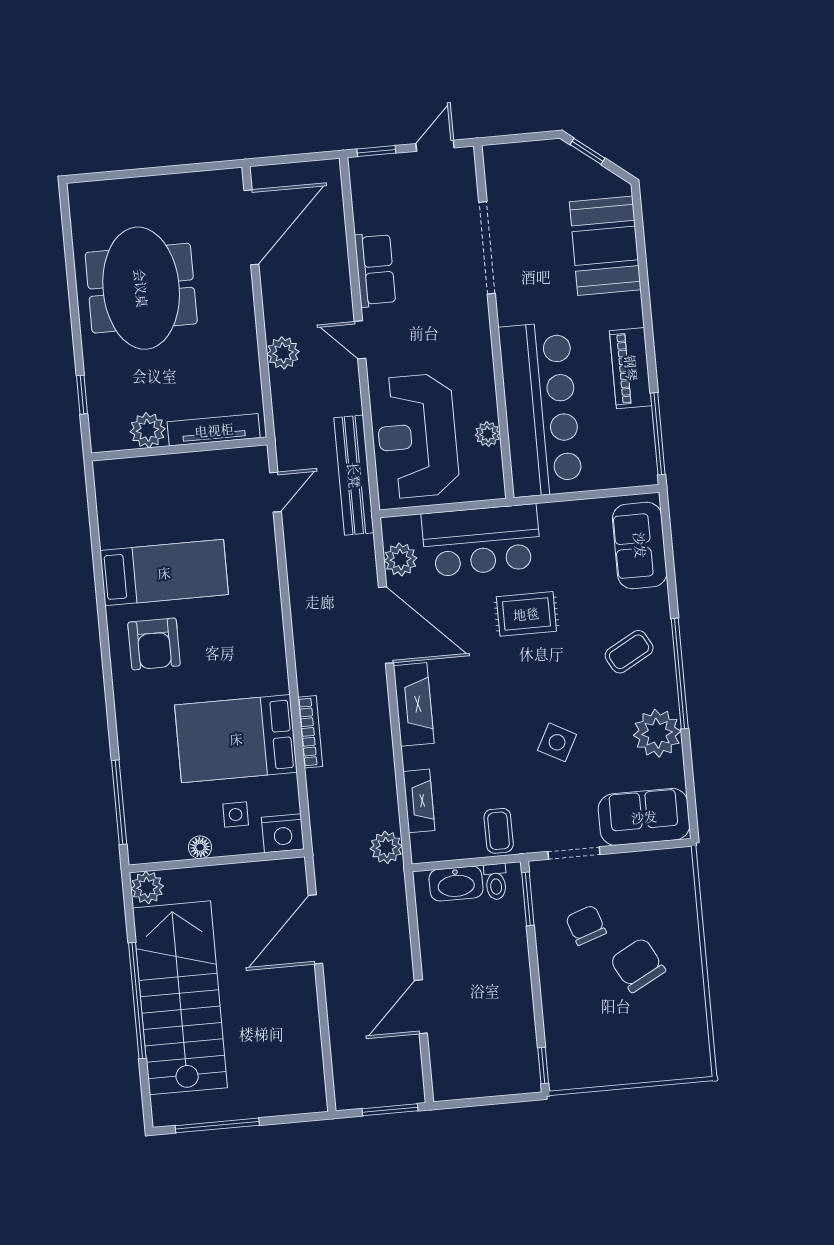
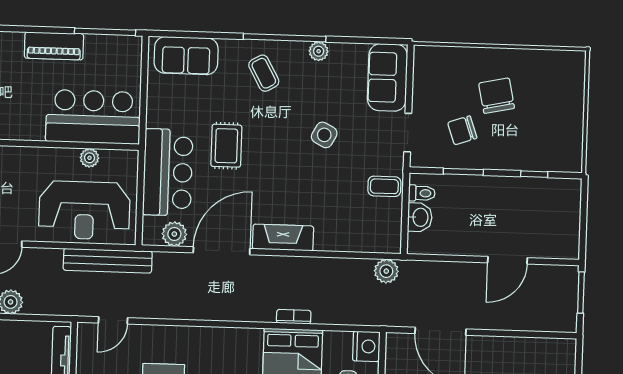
bar counter: (541, 409) -> (93, 117), width x0.73
door: (276, 492) -> (113, 320), swing flipped
bookcase: (310, 732) -> (294, 317), width x0.64
plant: (657, 733) -> (319, 51), width x0.53, depth x0.53
fireplace: (419, 801) -> (355, 243), removed
washbasin: (456, 884) -> (420, 217), width x0.72
window: (528, 899) -> (463, 172), moved
chair: (638, 965) -> (497, 96), turned 106
door: (421, 1007) -> (508, 260), hinge flipped
window: (543, 1065) -> (534, 174), moved

